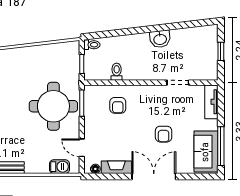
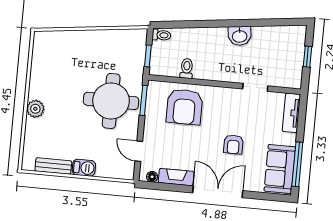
armchair: (118, 105) -> (184, 107), width x1.88, depth x1.88
barbecue: (59, 167) -> (84, 168), moved

